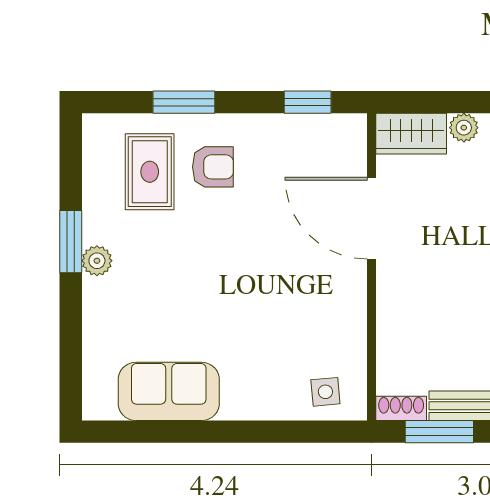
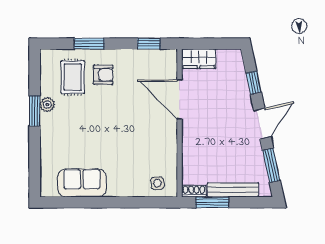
plant: (464, 128) -> (224, 56), removed
plant: (97, 261) -> (47, 105), moved

